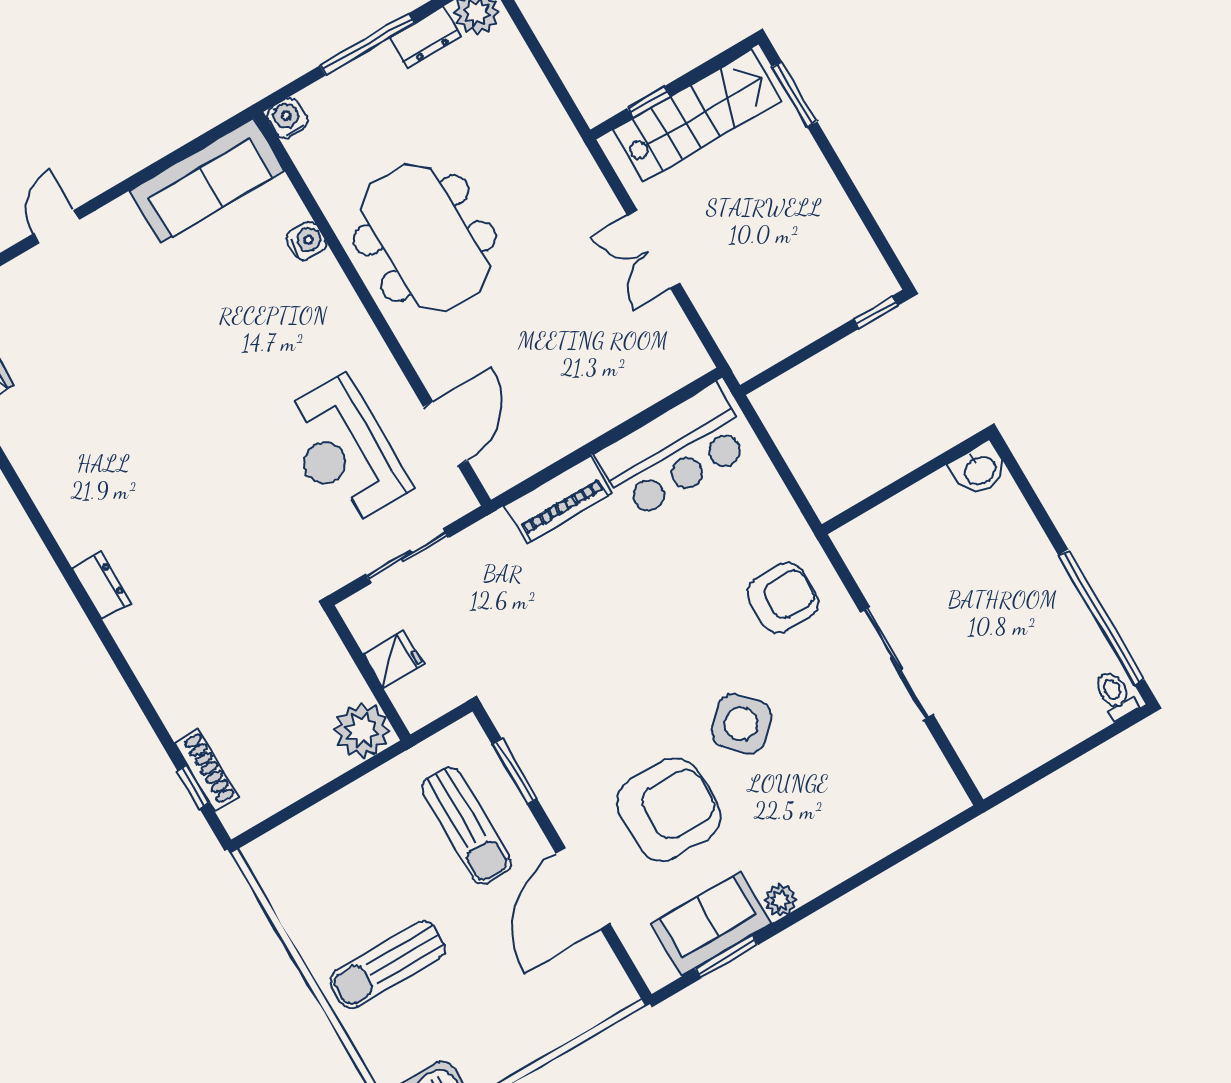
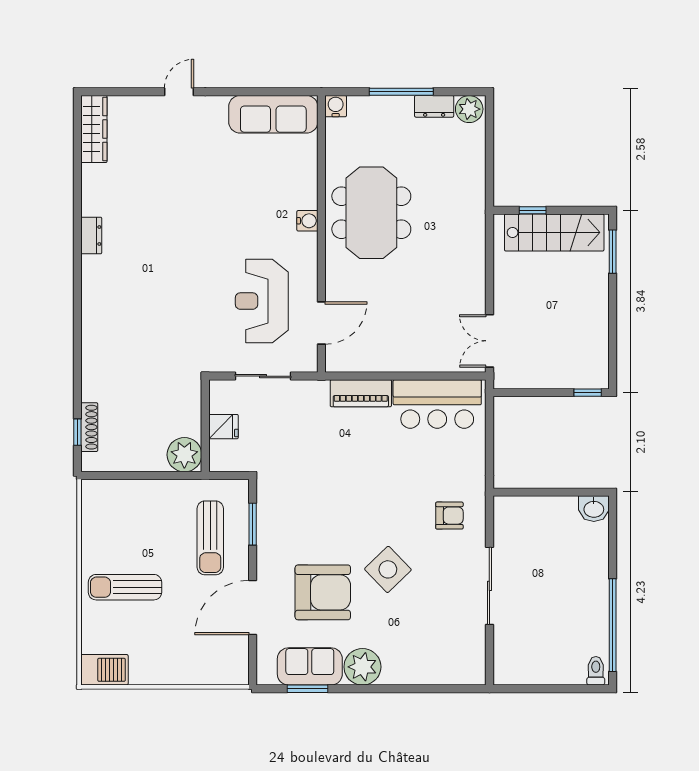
water cooler: (306, 241) -> (307, 221), moved
double door: (654, 249) -> (489, 341), moved
dresser: (102, 585) -> (91, 236), moved
armchair: (783, 598) -> (449, 516), width x0.72, depth x0.72
plant: (780, 900) -> (362, 667), width x1.88, depth x1.88

